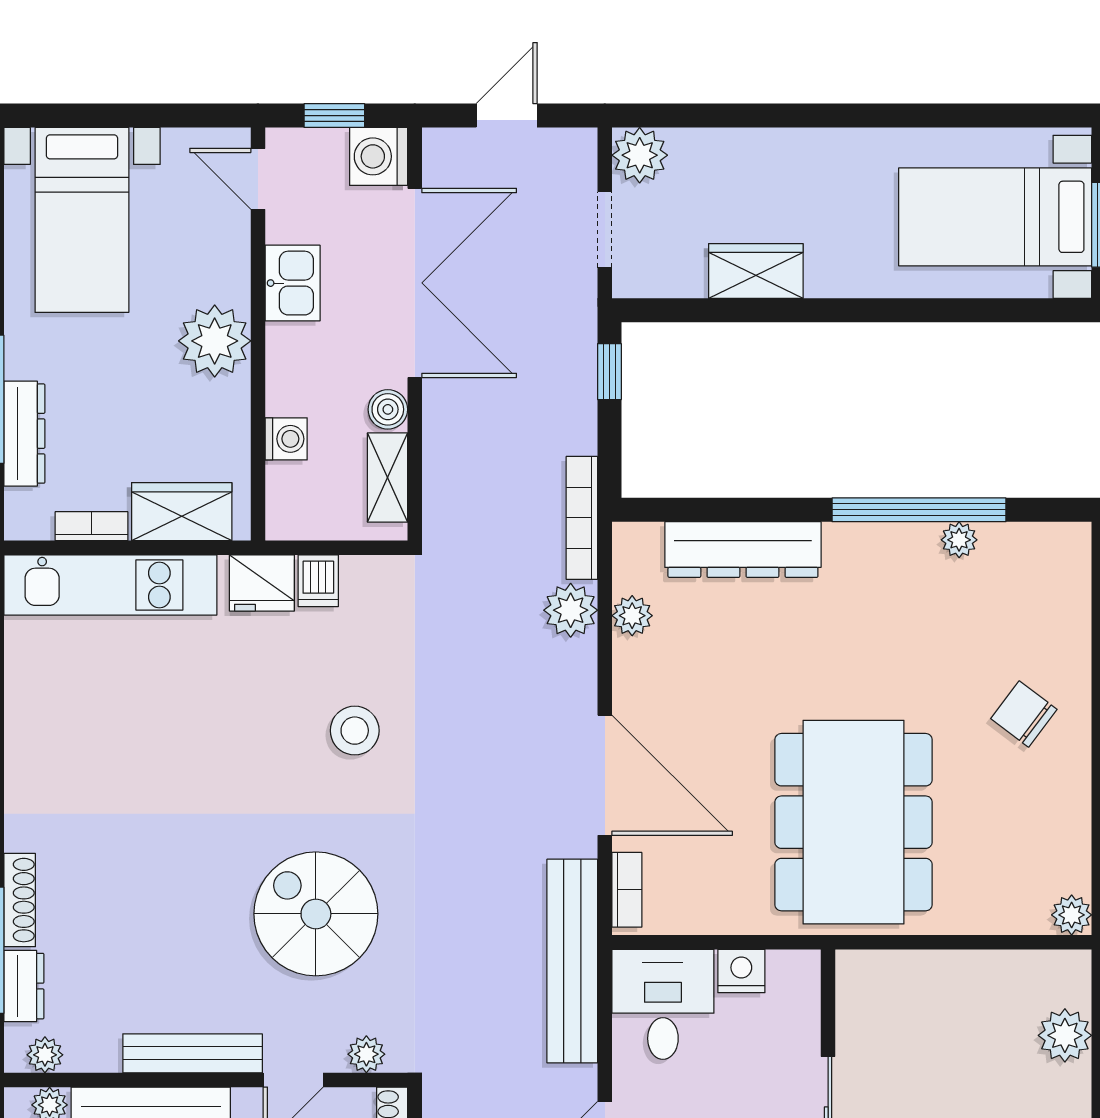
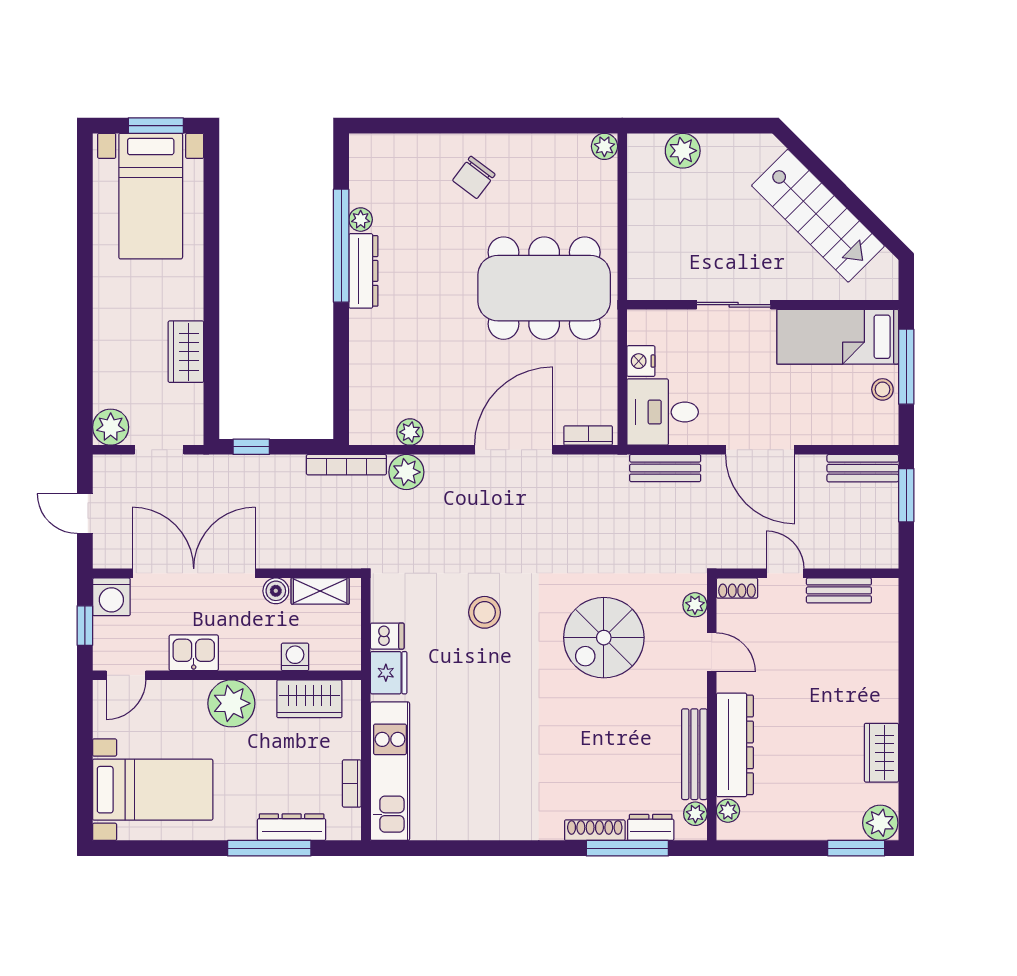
wardrobe: (182, 512) -> (309, 699), moved, turned -90
dresser: (743, 550) -> (363, 271), moved, width x0.73, depth x0.80
bench: (572, 961) -> (665, 468), width x0.54, depth x0.82
bench: (193, 1053) -> (694, 754), moved

